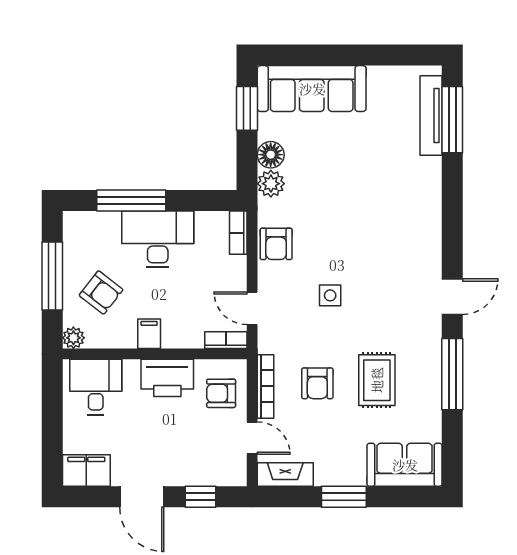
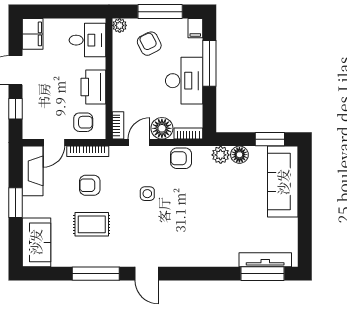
floor lamp: (230, 273) -> (162, 128), added
armchair: (101, 292) -> (149, 44), turned 115
filing cabinet: (149, 334) -> (195, 28), moved, turned 90
armchair: (221, 393) -> (83, 122), turned 90
fireplace: (285, 474) -> (33, 171), width x1.37, depth x1.32

